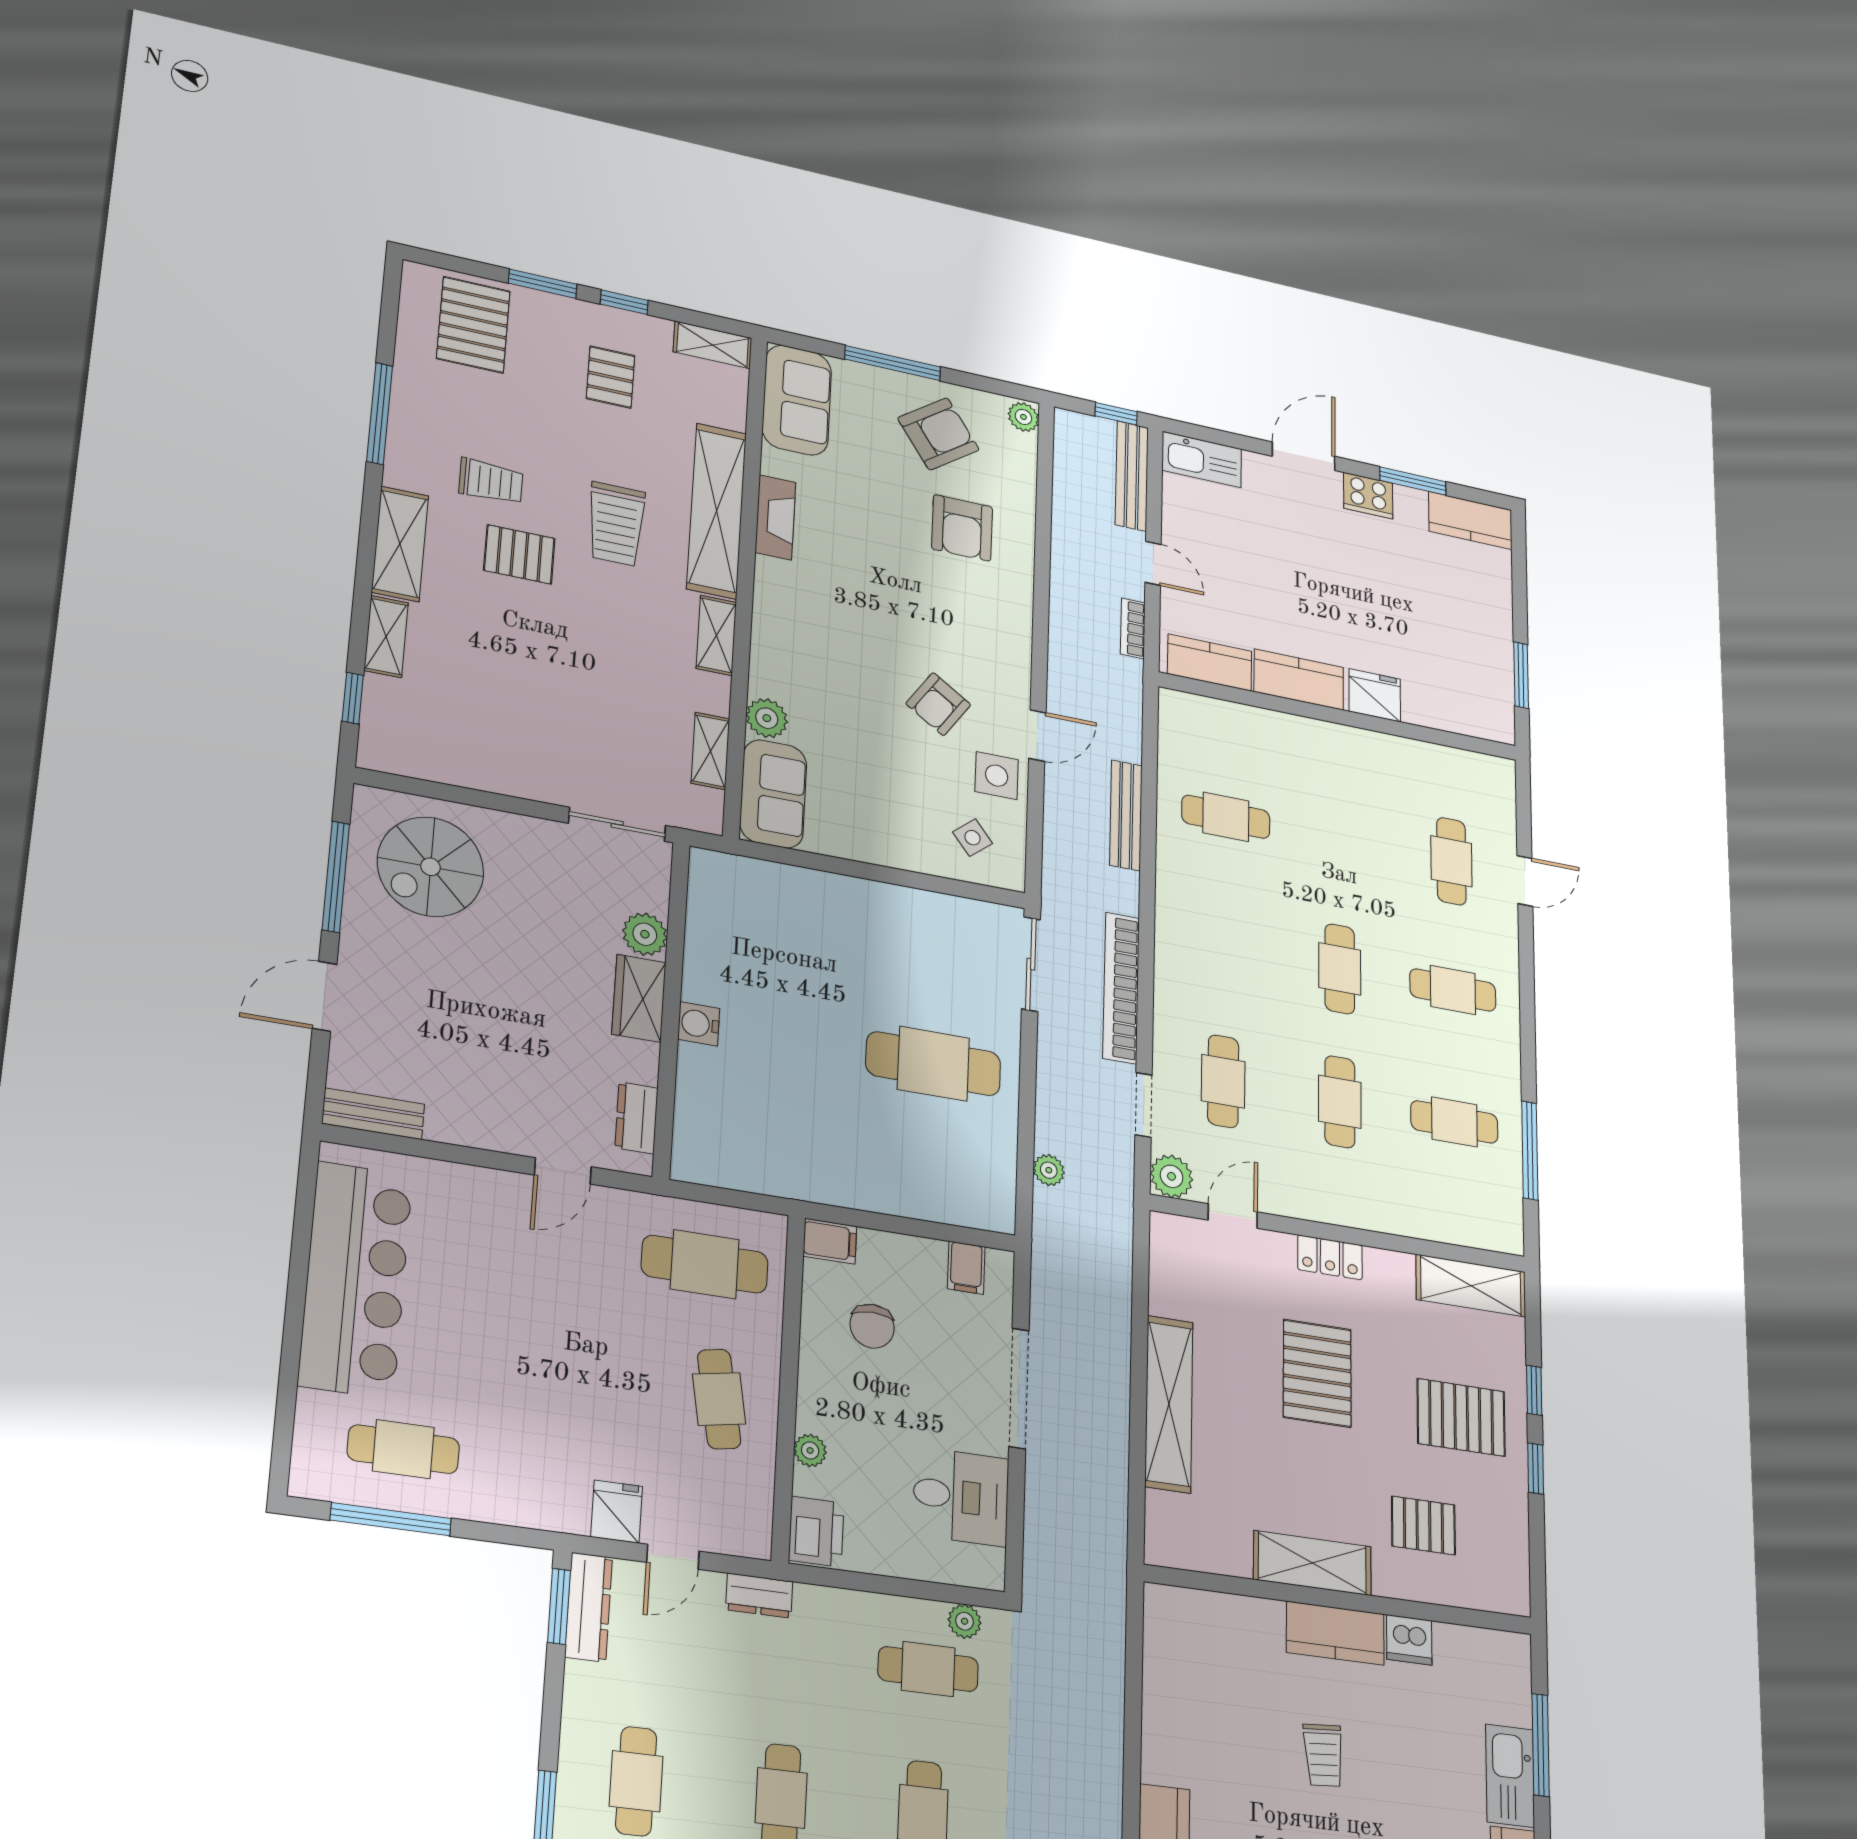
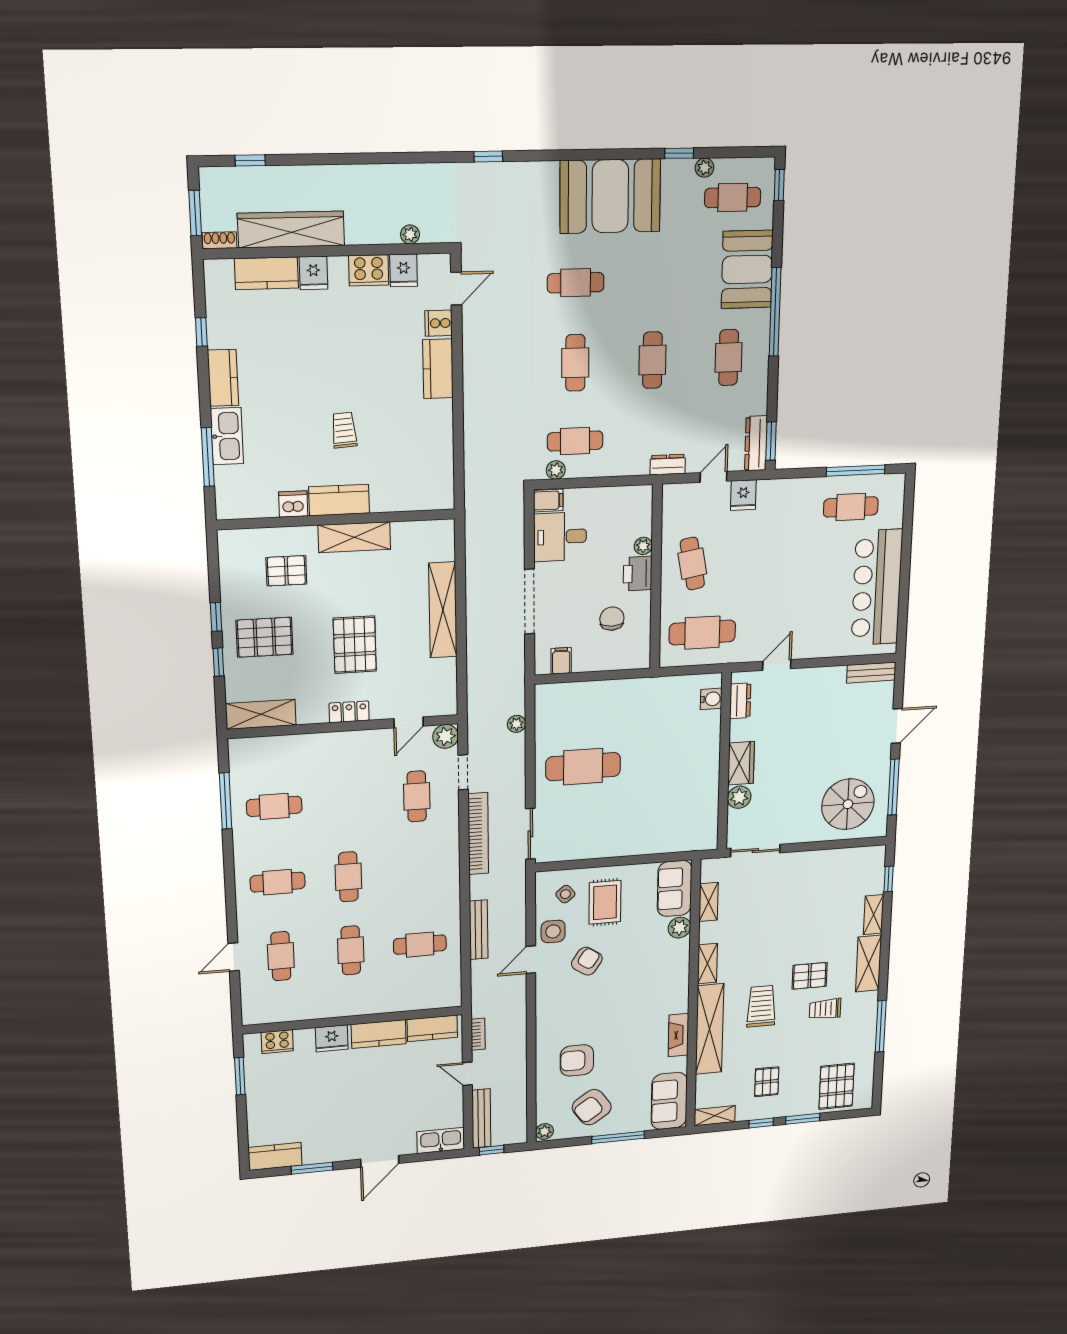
cooker: (1368, 496) -> (277, 1042), moved, turned 180
armchair: (962, 528) -> (577, 1060), turned -90
rug: (902, 803) -> (605, 902), added
water cooler: (699, 1024) -> (711, 699), moved
cafe table: (1340, 1102) -> (351, 950), moved
filing cabinet: (830, 1241) -> (548, 500), moved, turned 180
printer: (816, 1532) -> (638, 574), moved

